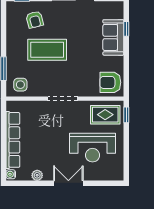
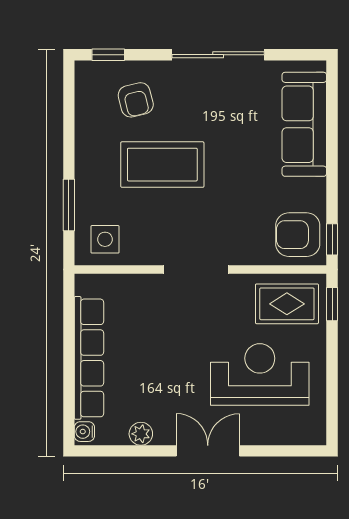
window: (126, 29) -> (332, 239), moved
sofa: (113, 37) -> (304, 124), width x1.36
reception desk: (93, 148) -> (260, 374), turned 180

